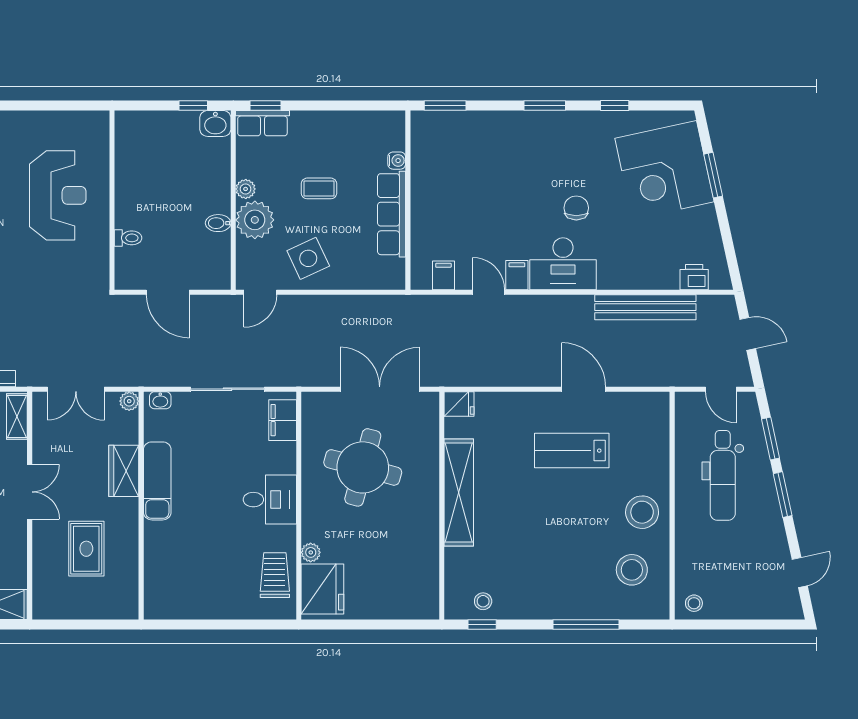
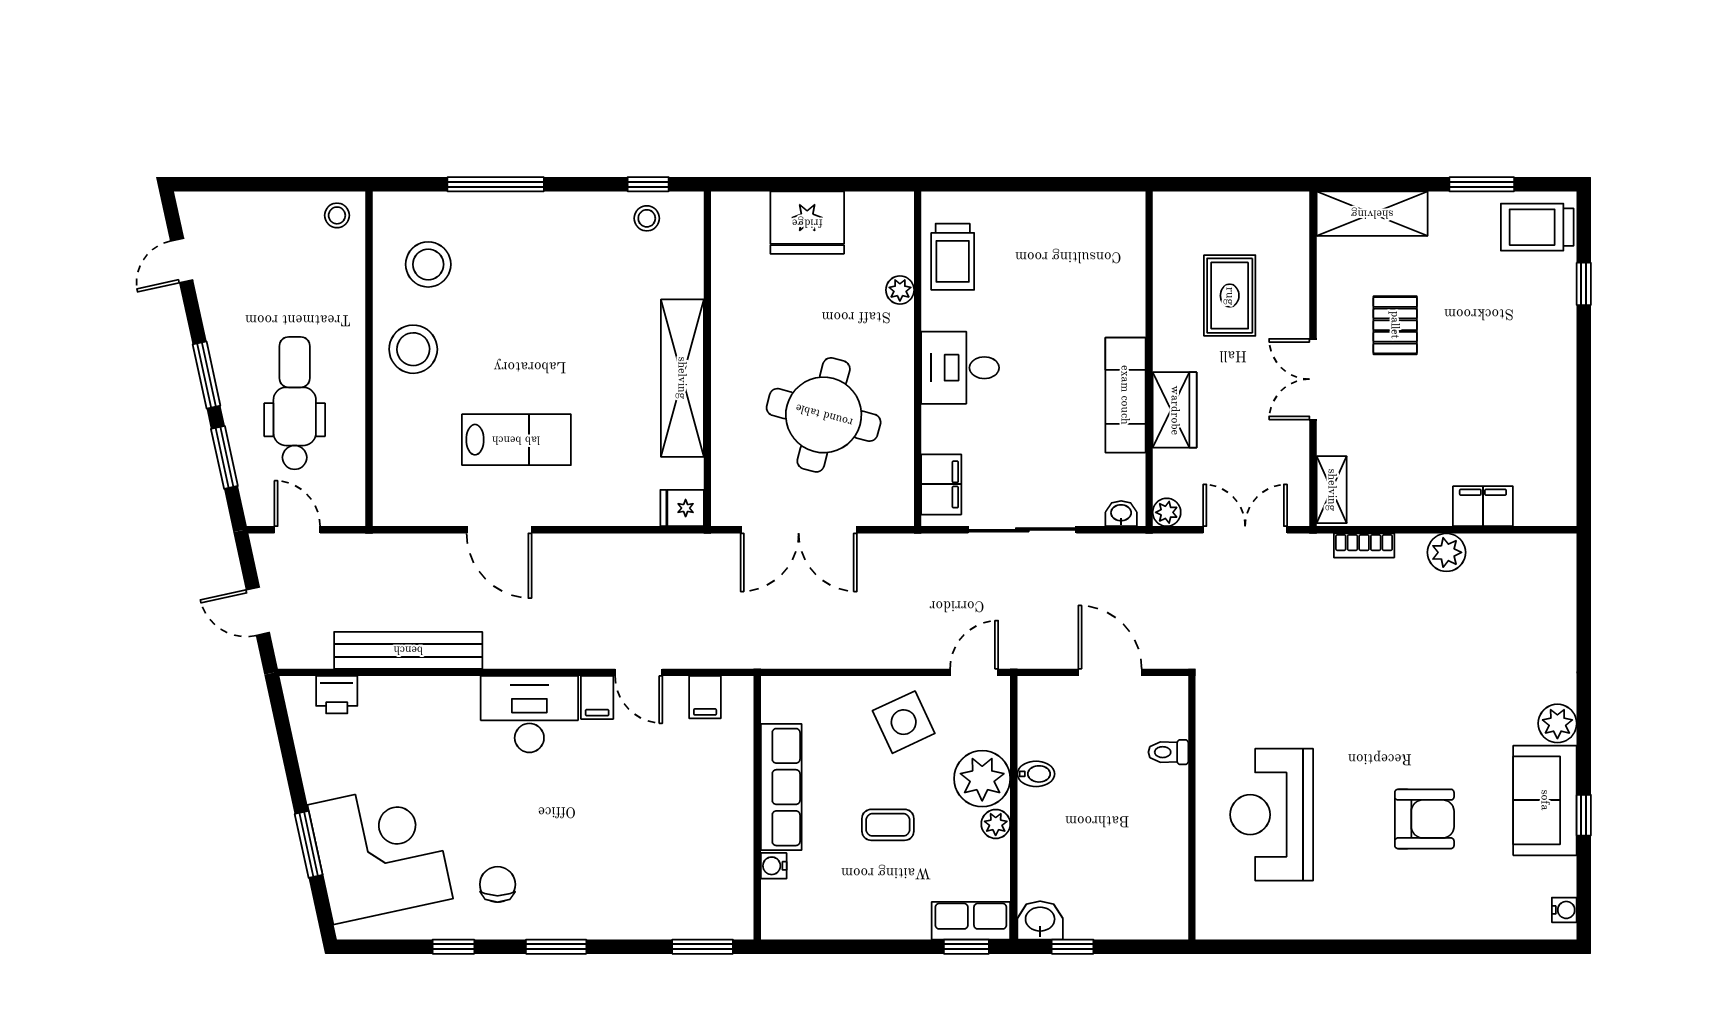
chair: (576, 208) -> (498, 884), moved, turned 180
fridge: (322, 589) -> (807, 223), moved, turned -90

